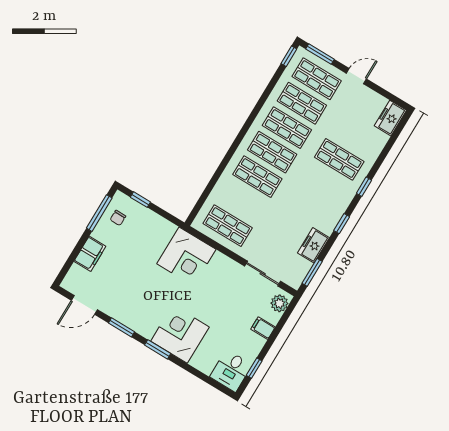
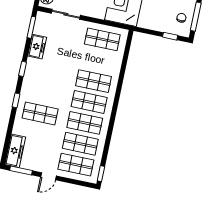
window: (320, 54) -> (21, 171), moved
freezer: (390, 118) -> (15, 151), width x1.40

